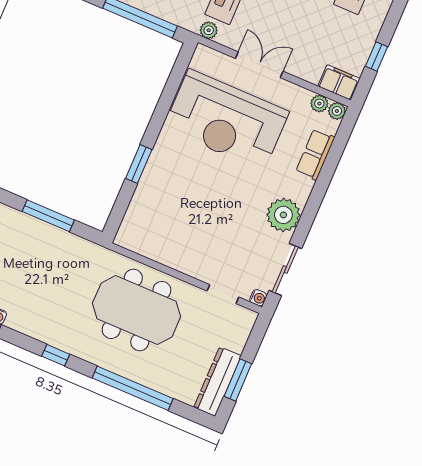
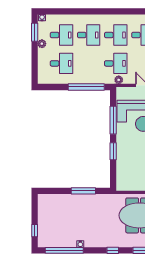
window: (165, 103) -> (113, 120), added

